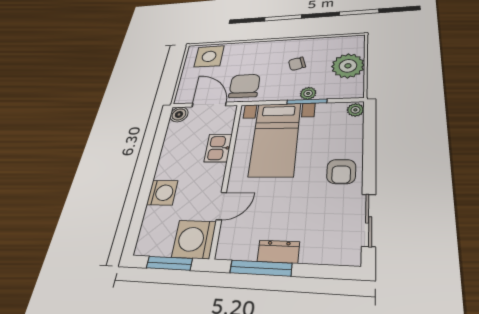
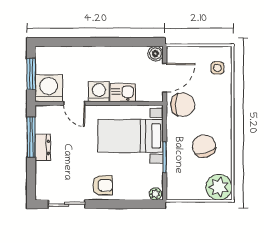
side table: (209, 56) -> (217, 68), width x0.54, depth x0.54
chair: (297, 64) -> (204, 146), width x1.87, depth x1.87
plant: (348, 66) -> (219, 187), moved
plant: (308, 93) -> (173, 157), removed
armchair: (341, 172) -> (103, 185), turned 180
washing machine: (162, 193) -> (99, 92), moved, turned 180

